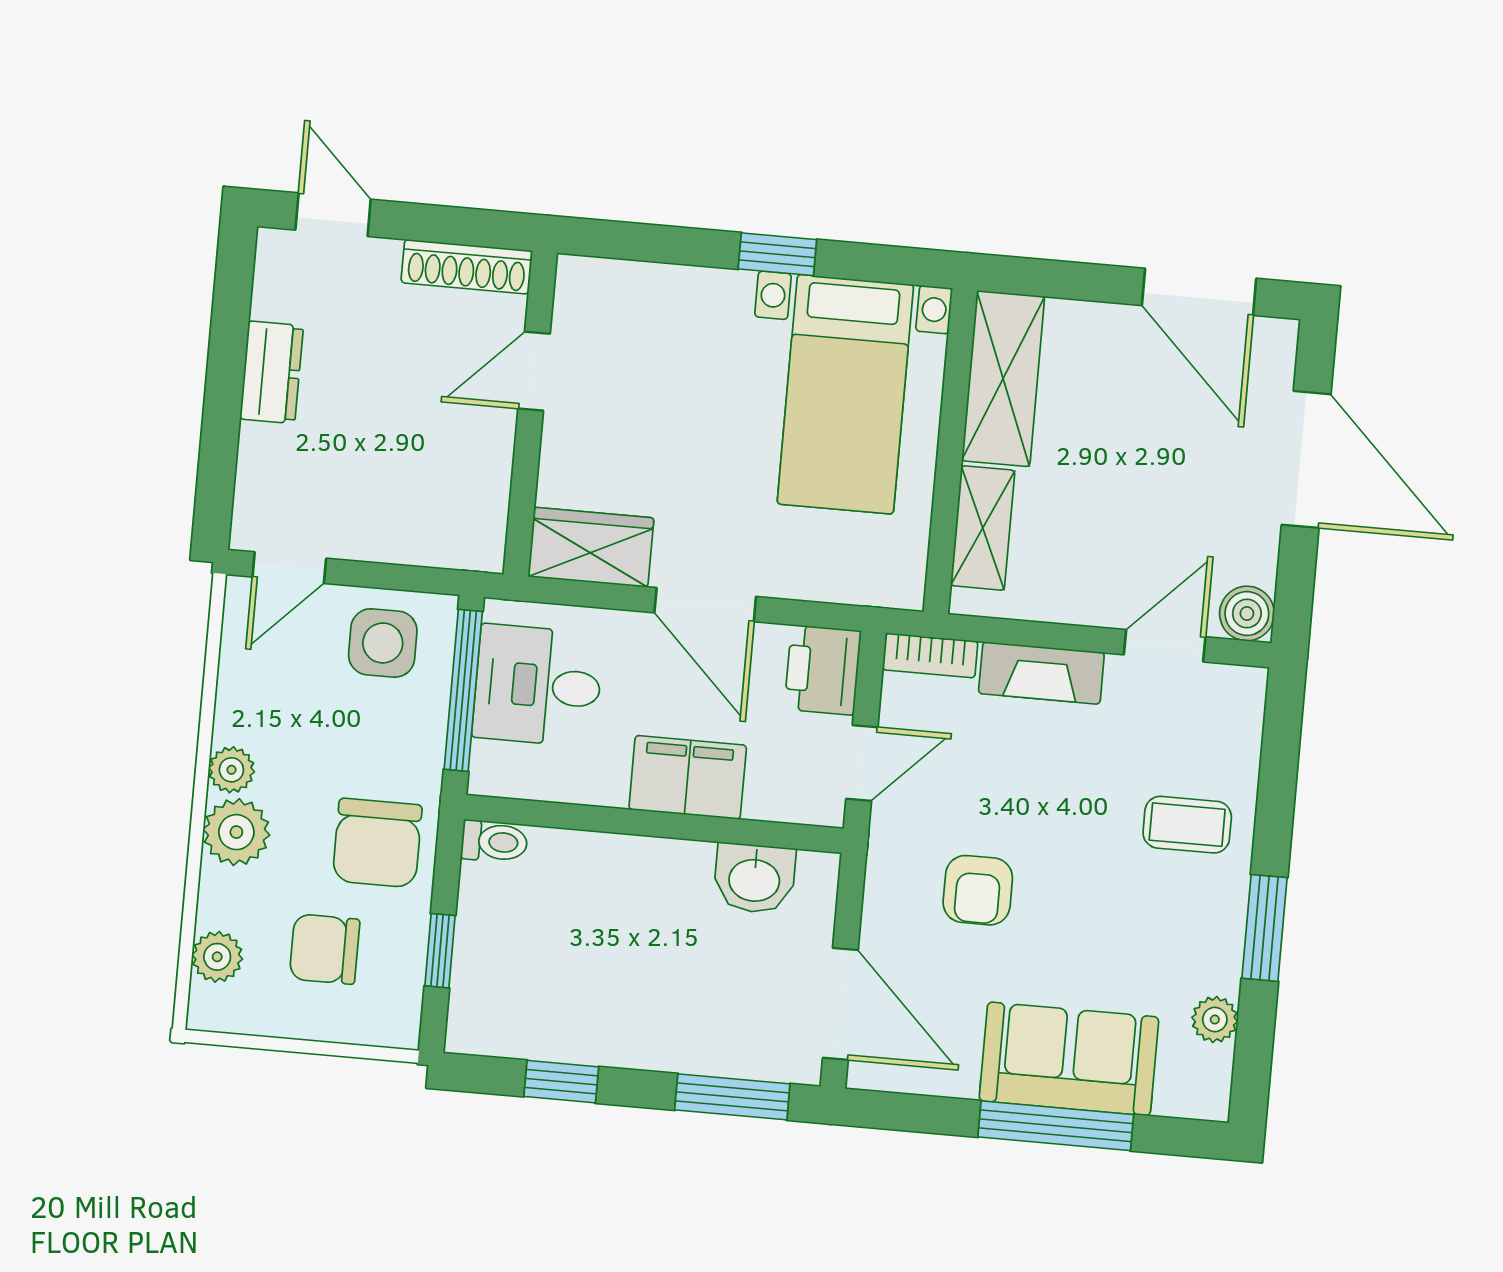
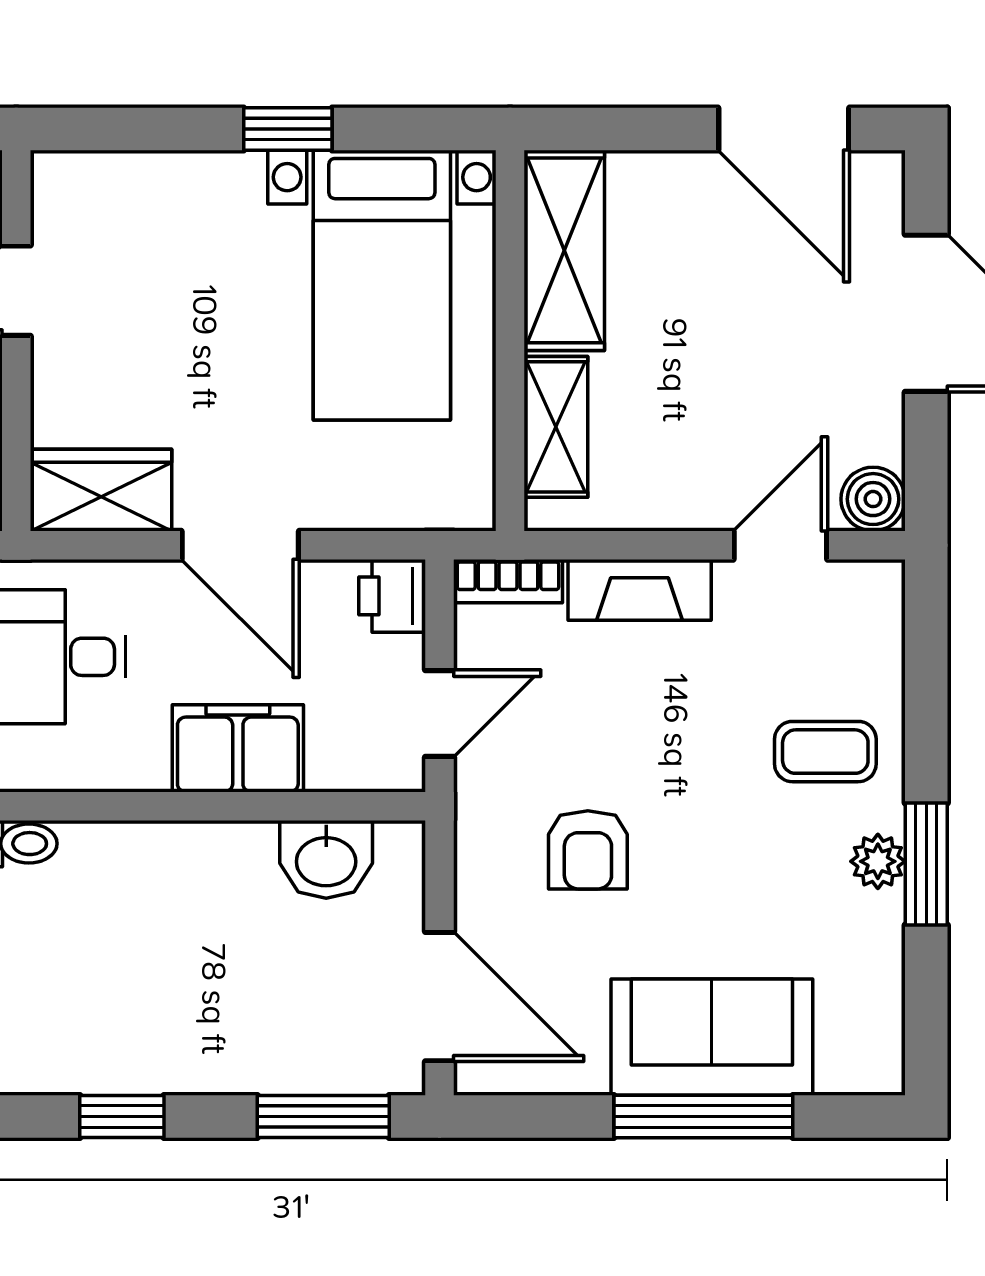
printer: (823, 670) -> (392, 596), width x0.73, depth x0.81
plant: (1215, 1020) -> (878, 861), moved

